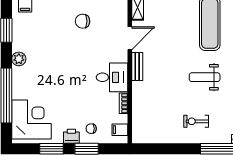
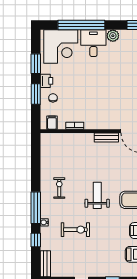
desk: (112, 77) -> (93, 43), moved, turned 180

